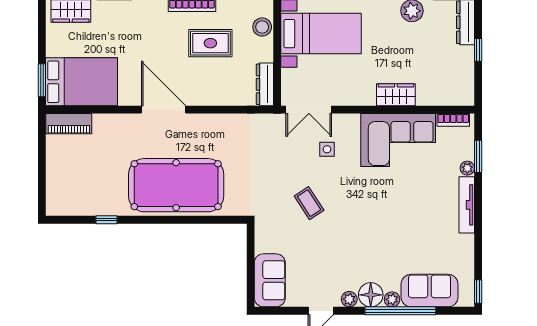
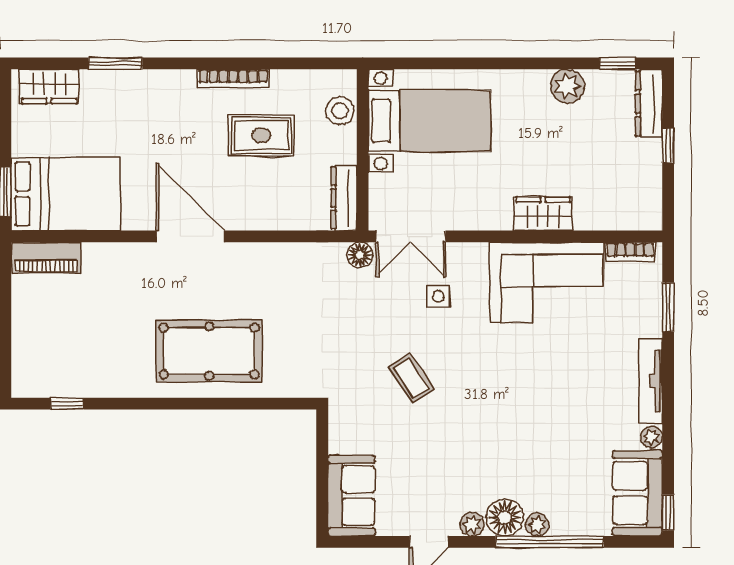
floor lamp: (275, 122) -> (360, 255), added
plant: (467, 168) -> (652, 437), moved
pool table: (176, 185) -> (209, 351), width x0.73, depth x0.76
window: (107, 220) -> (67, 404), moved
sofa: (430, 291) -> (637, 493), moved, turned -90

